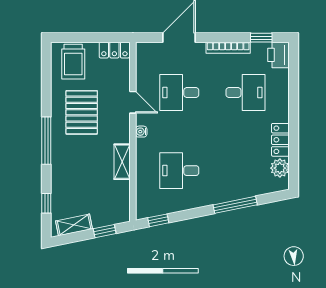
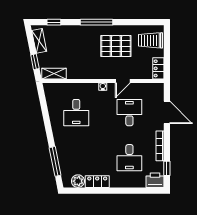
shelving: (122, 162) -> (54, 74), moved
desk: (179, 171) -> (76, 113), turned 180
window: (235, 205) -> (55, 161), moved
window: (158, 220) -> (42, 98), removed

